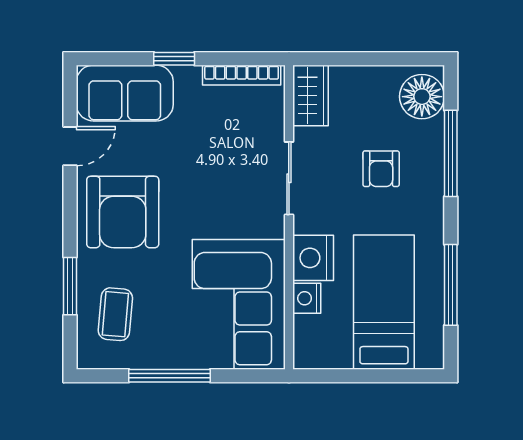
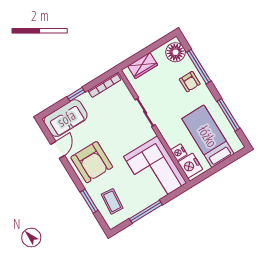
wardrobe: (310, 95) -> (143, 65), moved, turned 90
armchair: (381, 169) -> (190, 82), moved
nightstand: (313, 258) -> (190, 166), moved

